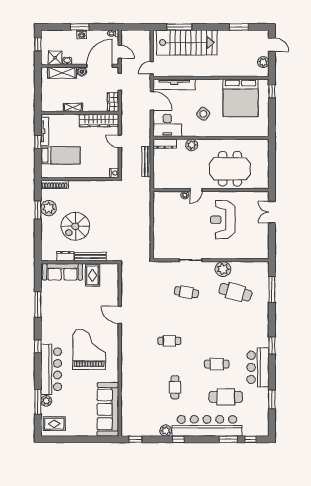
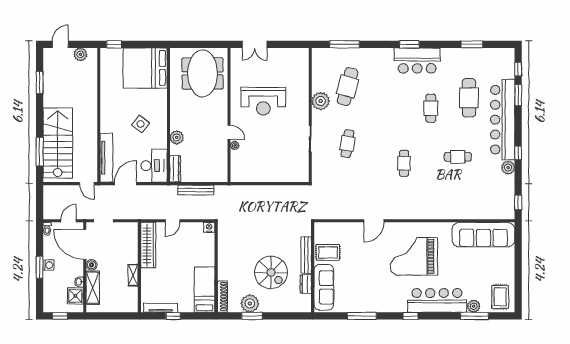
bed: (241, 98) -> (145, 68), moved, turned 180
wardrobe: (113, 102) -> (127, 229), removed
bed: (60, 155) -> (204, 290), moved
meeting table: (230, 169) -> (203, 73), moved
bar counter: (258, 367) -> (417, 61), moved

